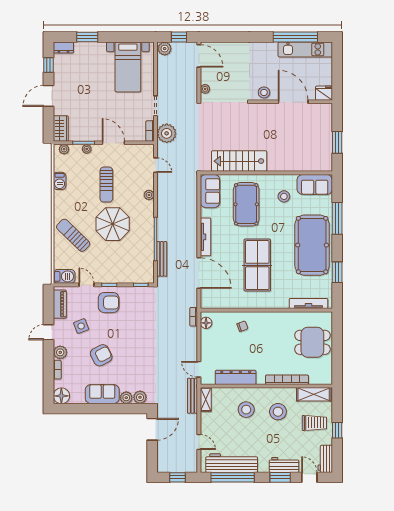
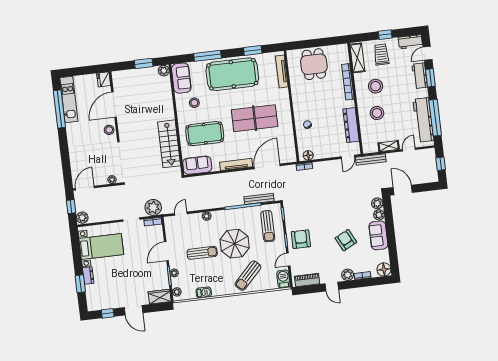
dresser: (63, 47) -> (88, 275), moved
plant: (326, 165) -> (164, 71), added
sun lounger: (129, 265) -> (268, 226), added
side table: (81, 326) -> (323, 260), removed
shelving: (206, 399) -> (389, 146), moved

